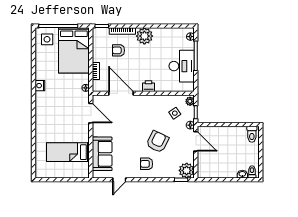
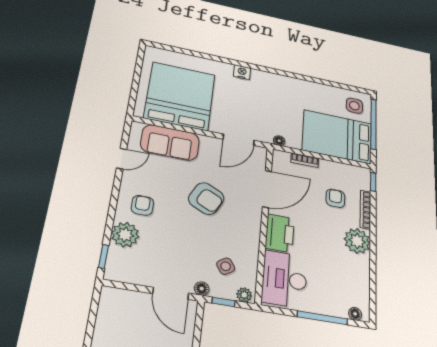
desk: (182, 66) -> (285, 279), moved, turned 90
nightstand: (40, 86) -> (242, 72), moved
printer: (149, 86) -> (280, 233), width x1.87, depth x1.48
door: (196, 141) -> (171, 293), hinge flipped
armchair: (158, 142) -> (206, 198), moved
bed: (68, 152) -> (180, 96), width x2.04
plant: (187, 170) -> (125, 235), moved
door: (119, 180) -> (122, 159), swing flipped

